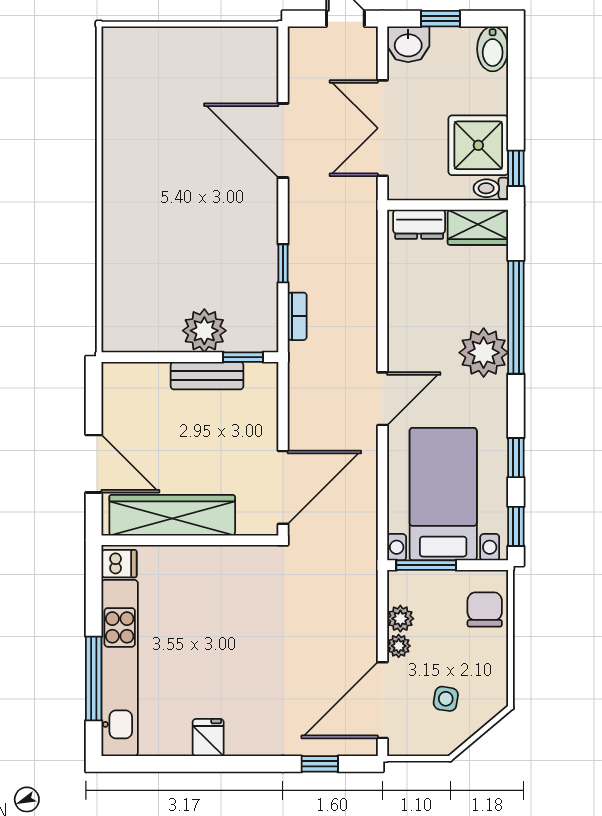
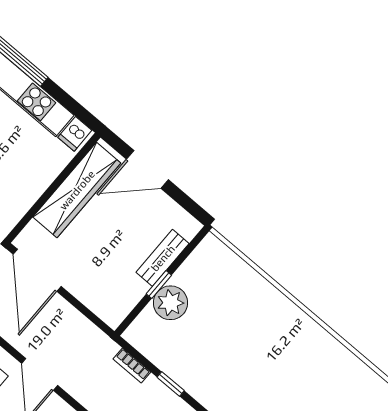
window: (243, 357) -> (159, 285), moved
bench: (207, 376) -> (163, 258), moved

